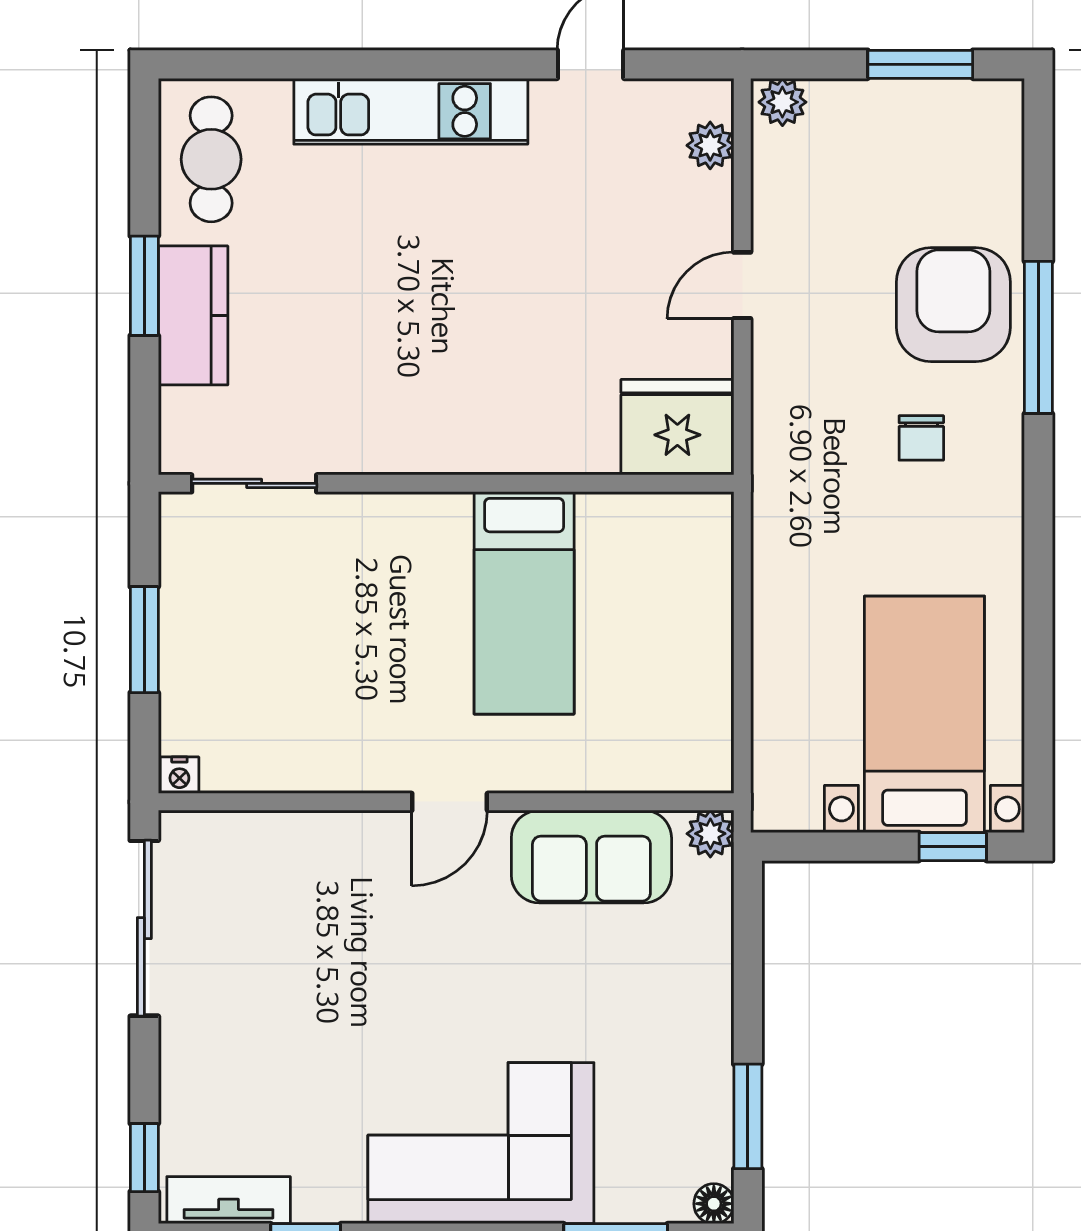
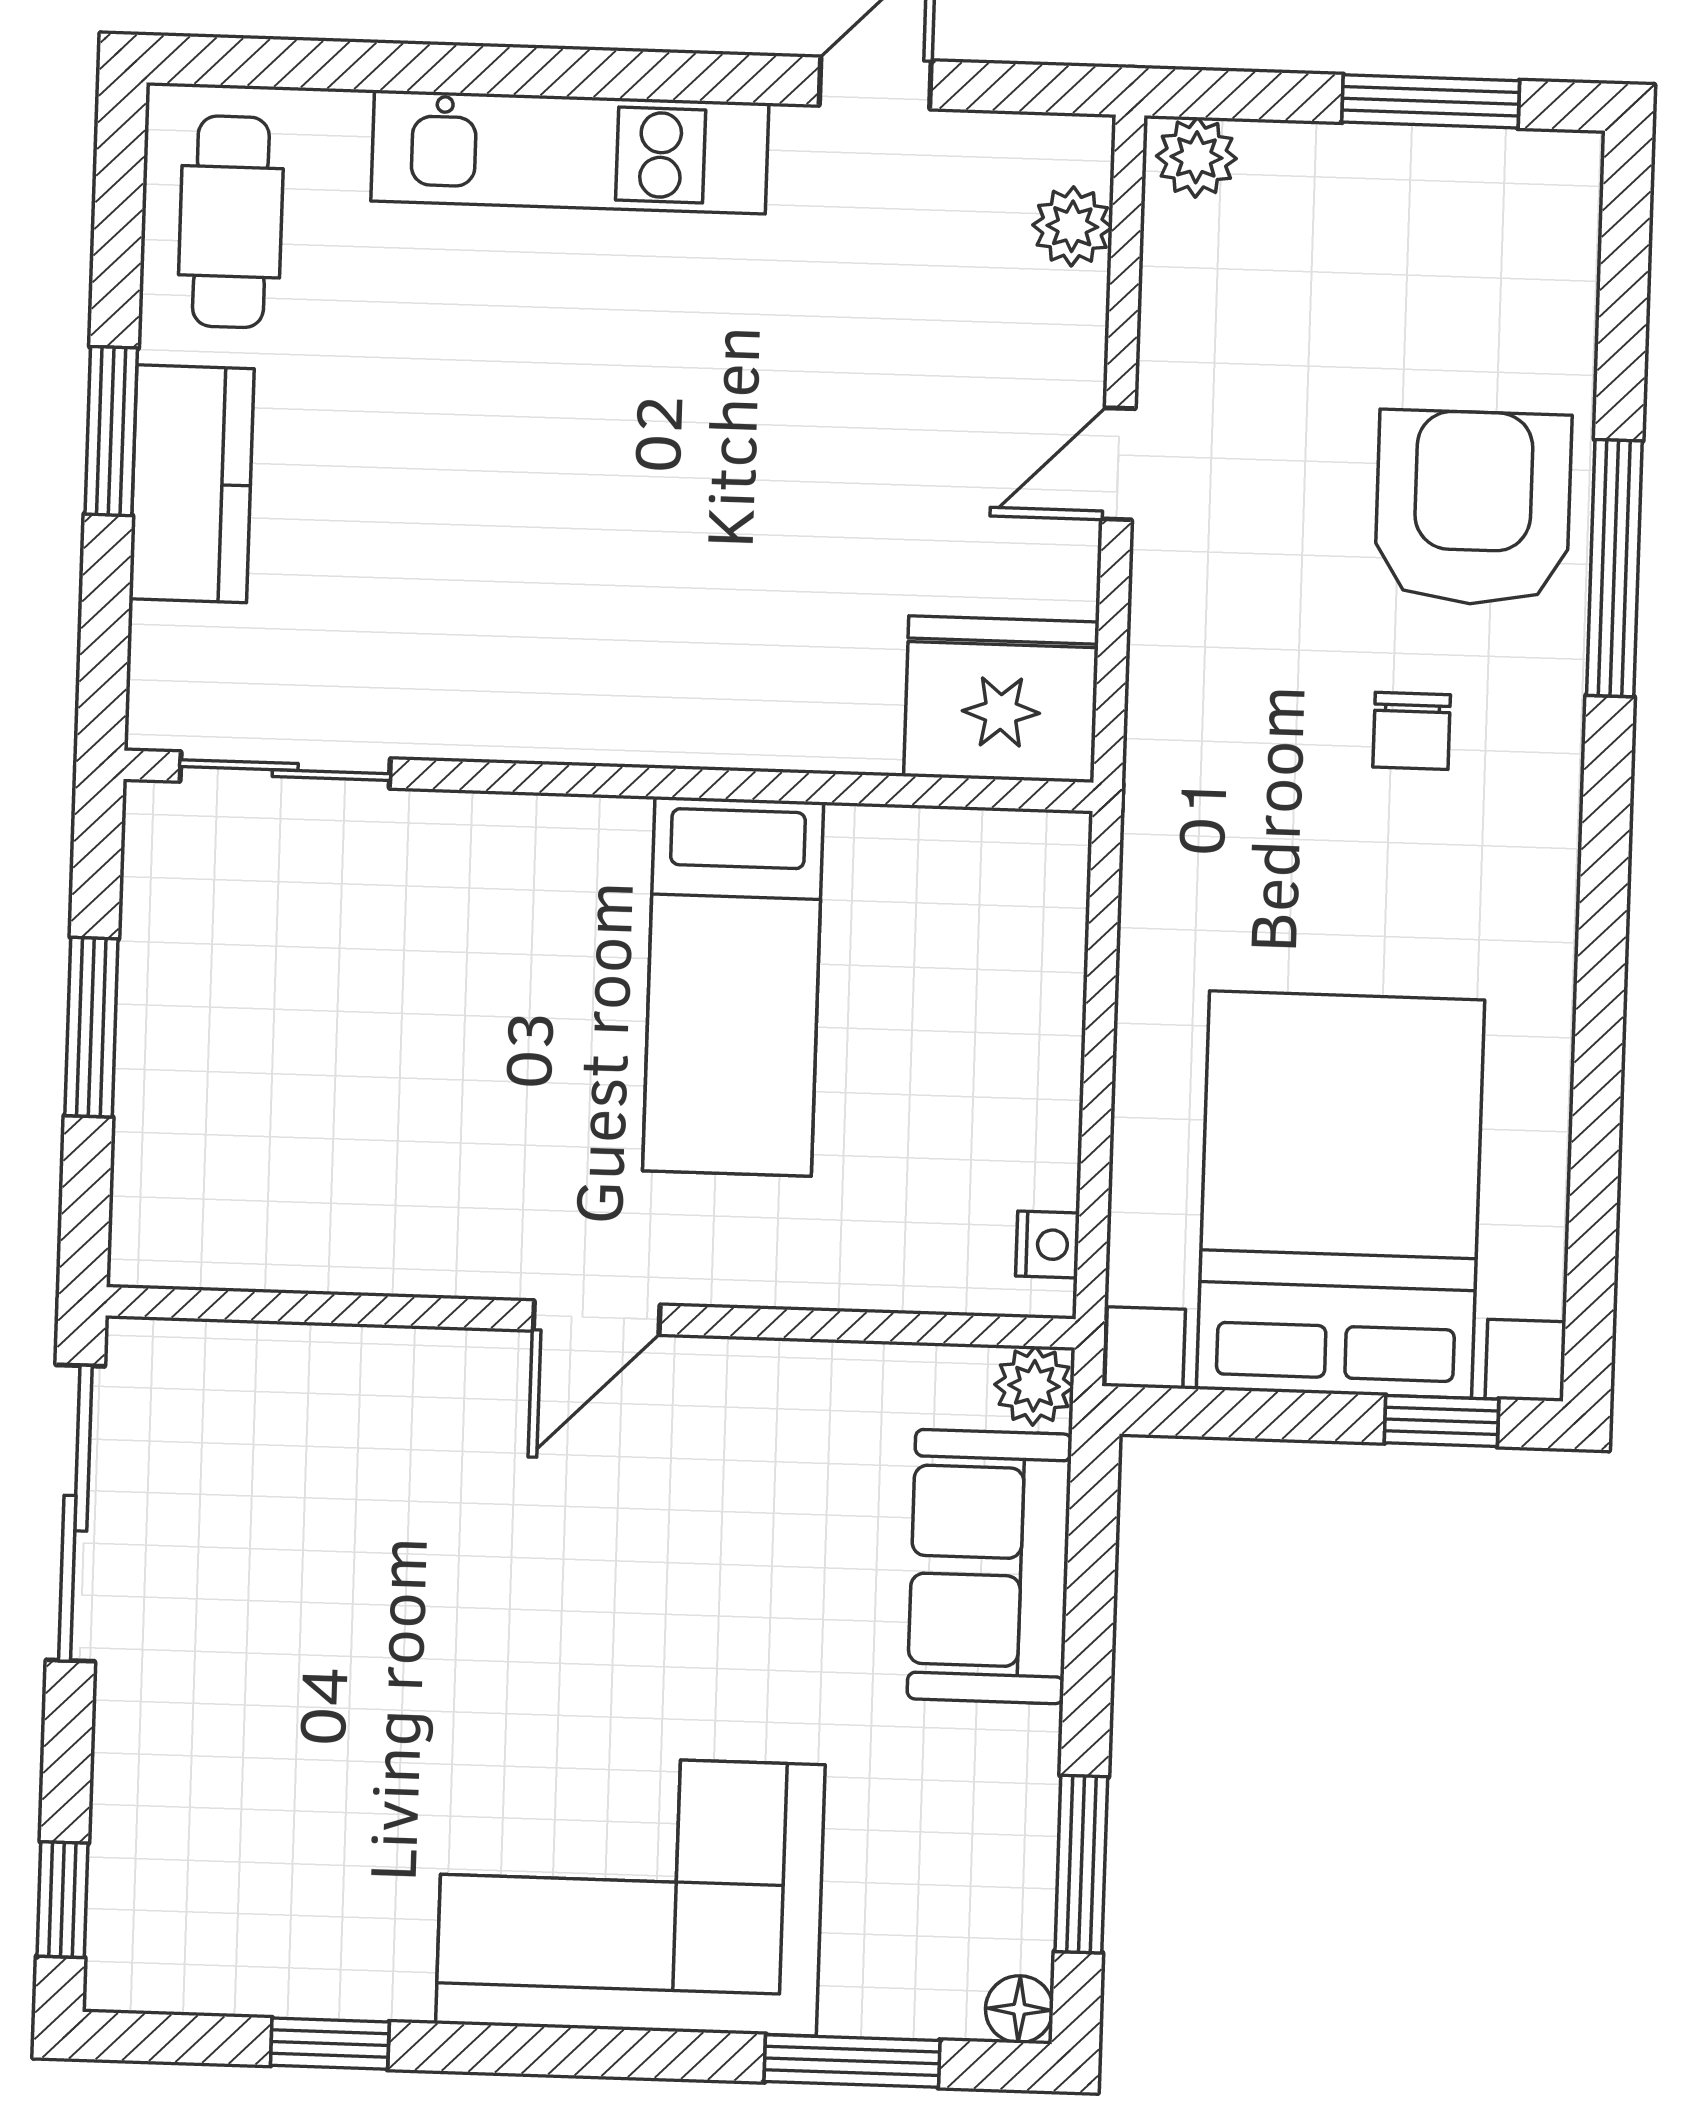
bed with nightstands: (924, 714) -> (1341, 1195), width x1.36
nightstand: (179, 775) -> (1048, 1245), moved, turned -90
sofa: (591, 857) -> (990, 1567), moved, turned 90
tv unit: (229, 1200) -> (202, 1976), removed

